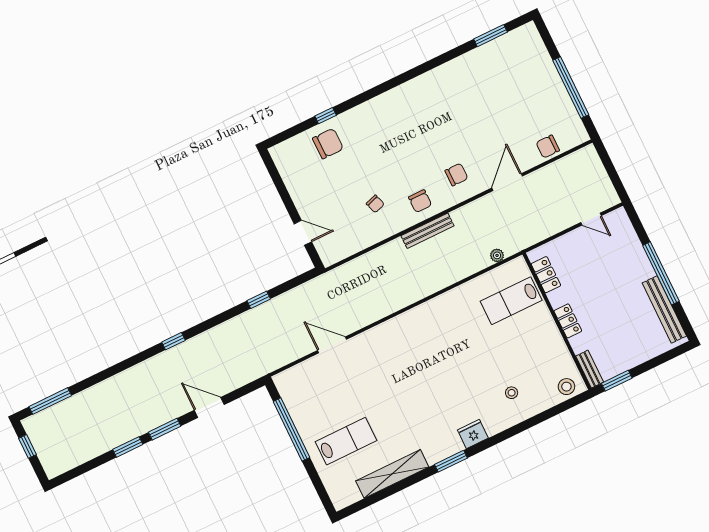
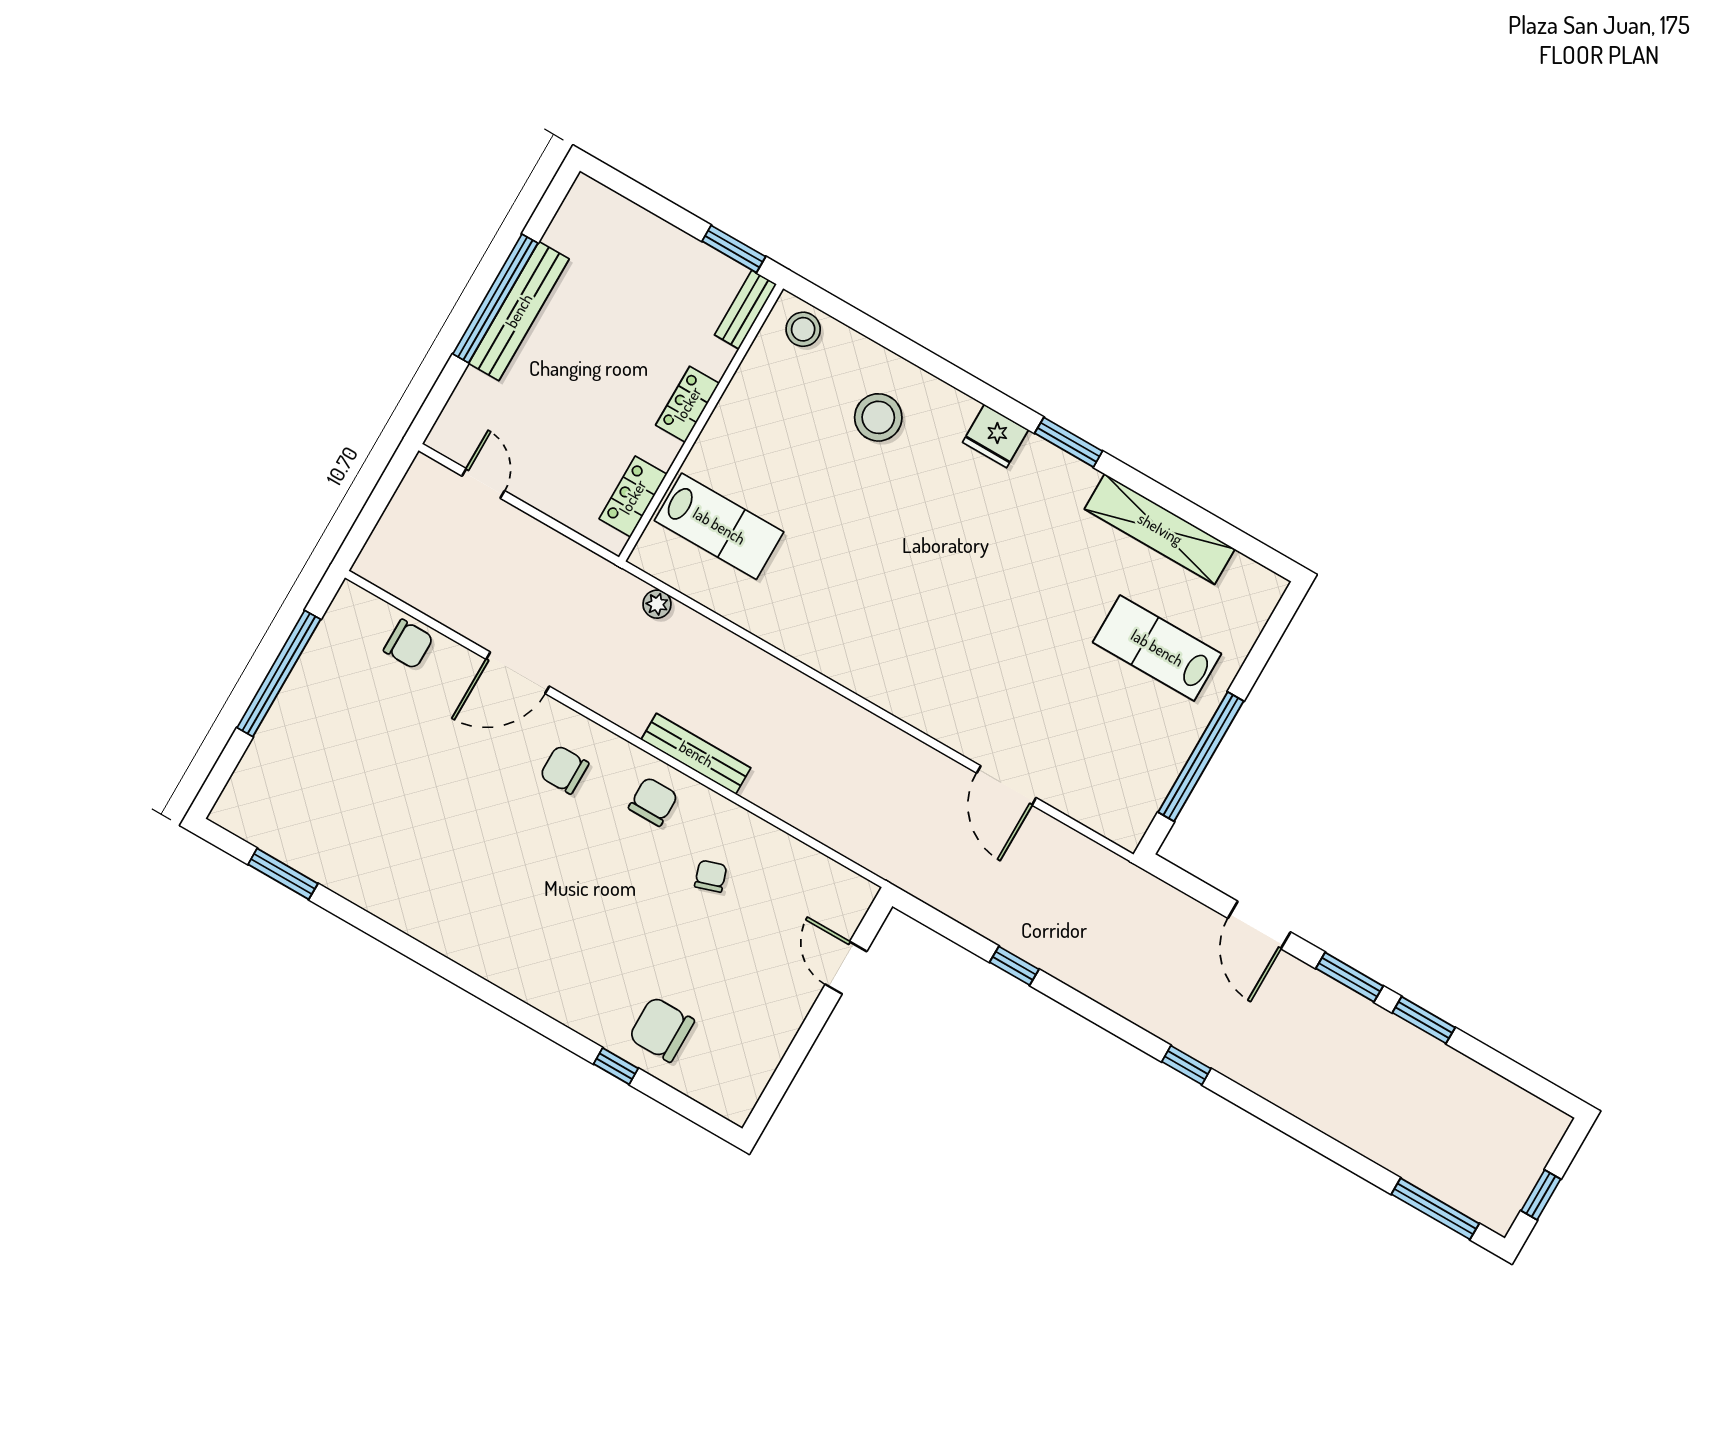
bench: (664, 309) -> (519, 311), moved
stool: (512, 393) -> (878, 417), width x1.89, depth x1.89

